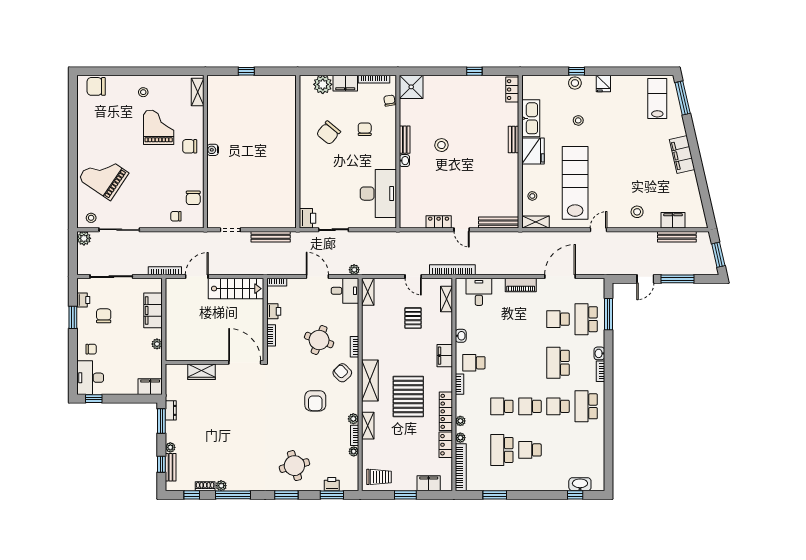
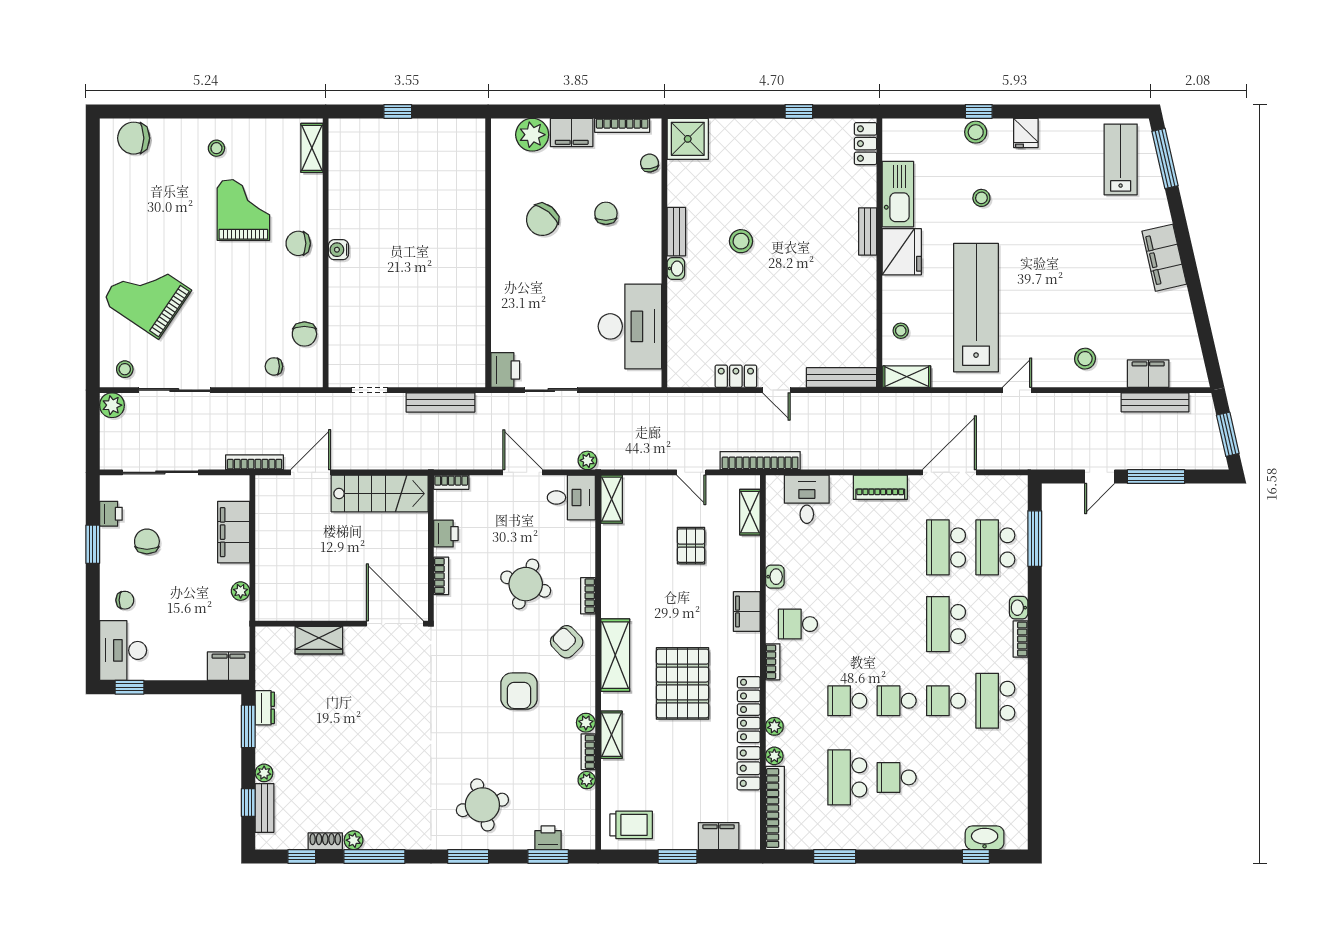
school desk: (558, 319) -> (946, 547), width x1.85

